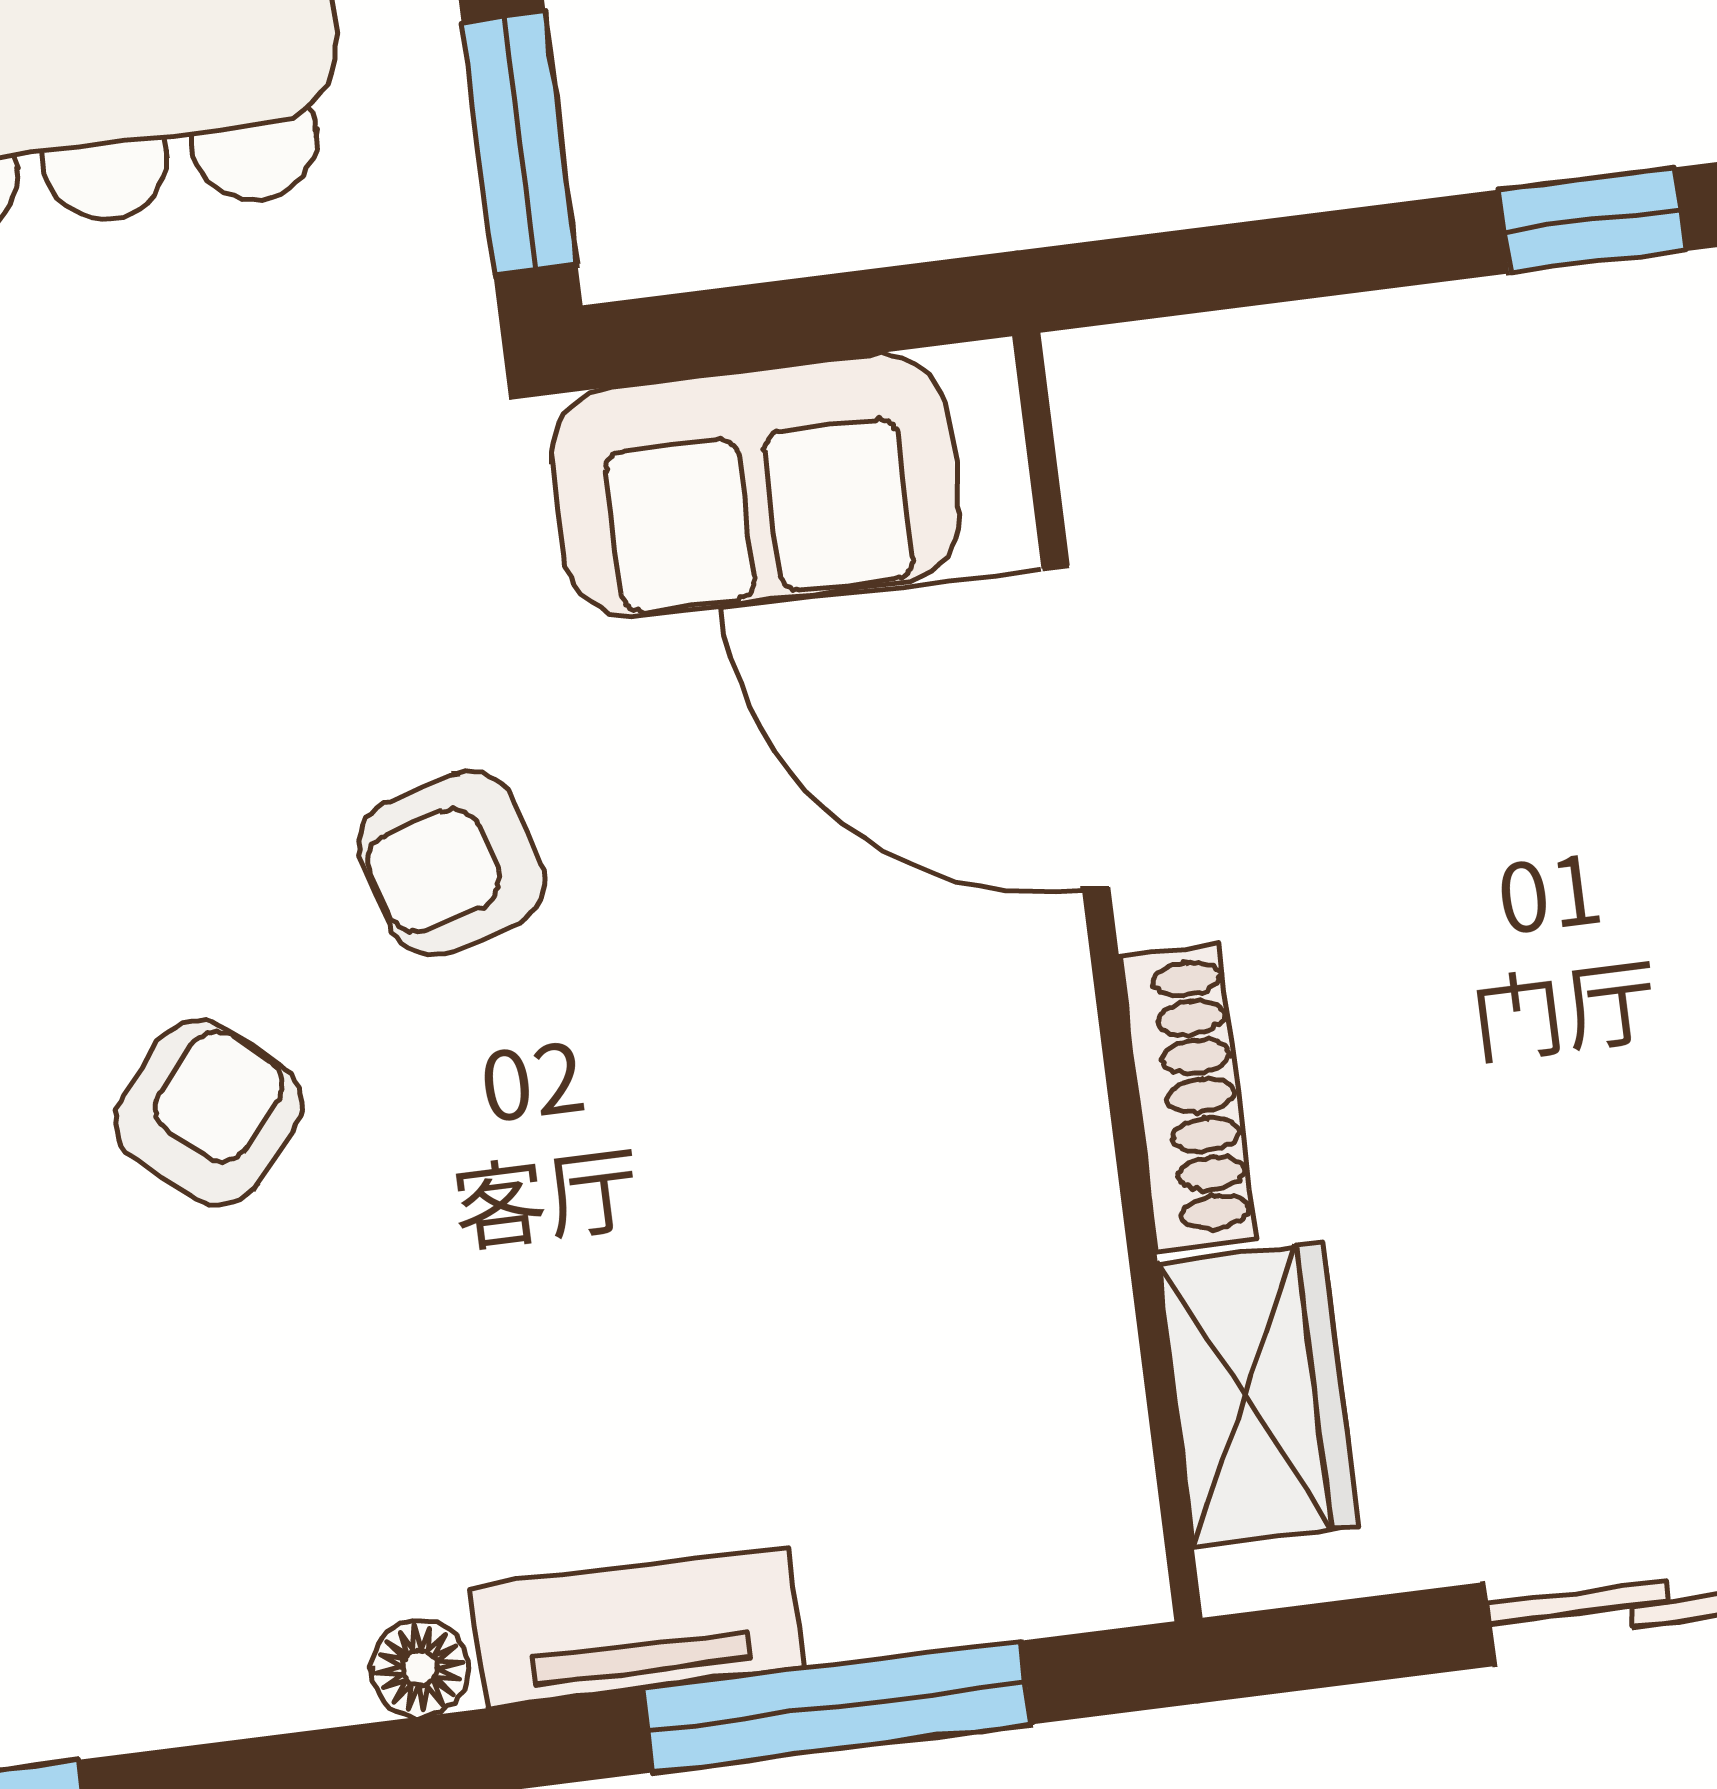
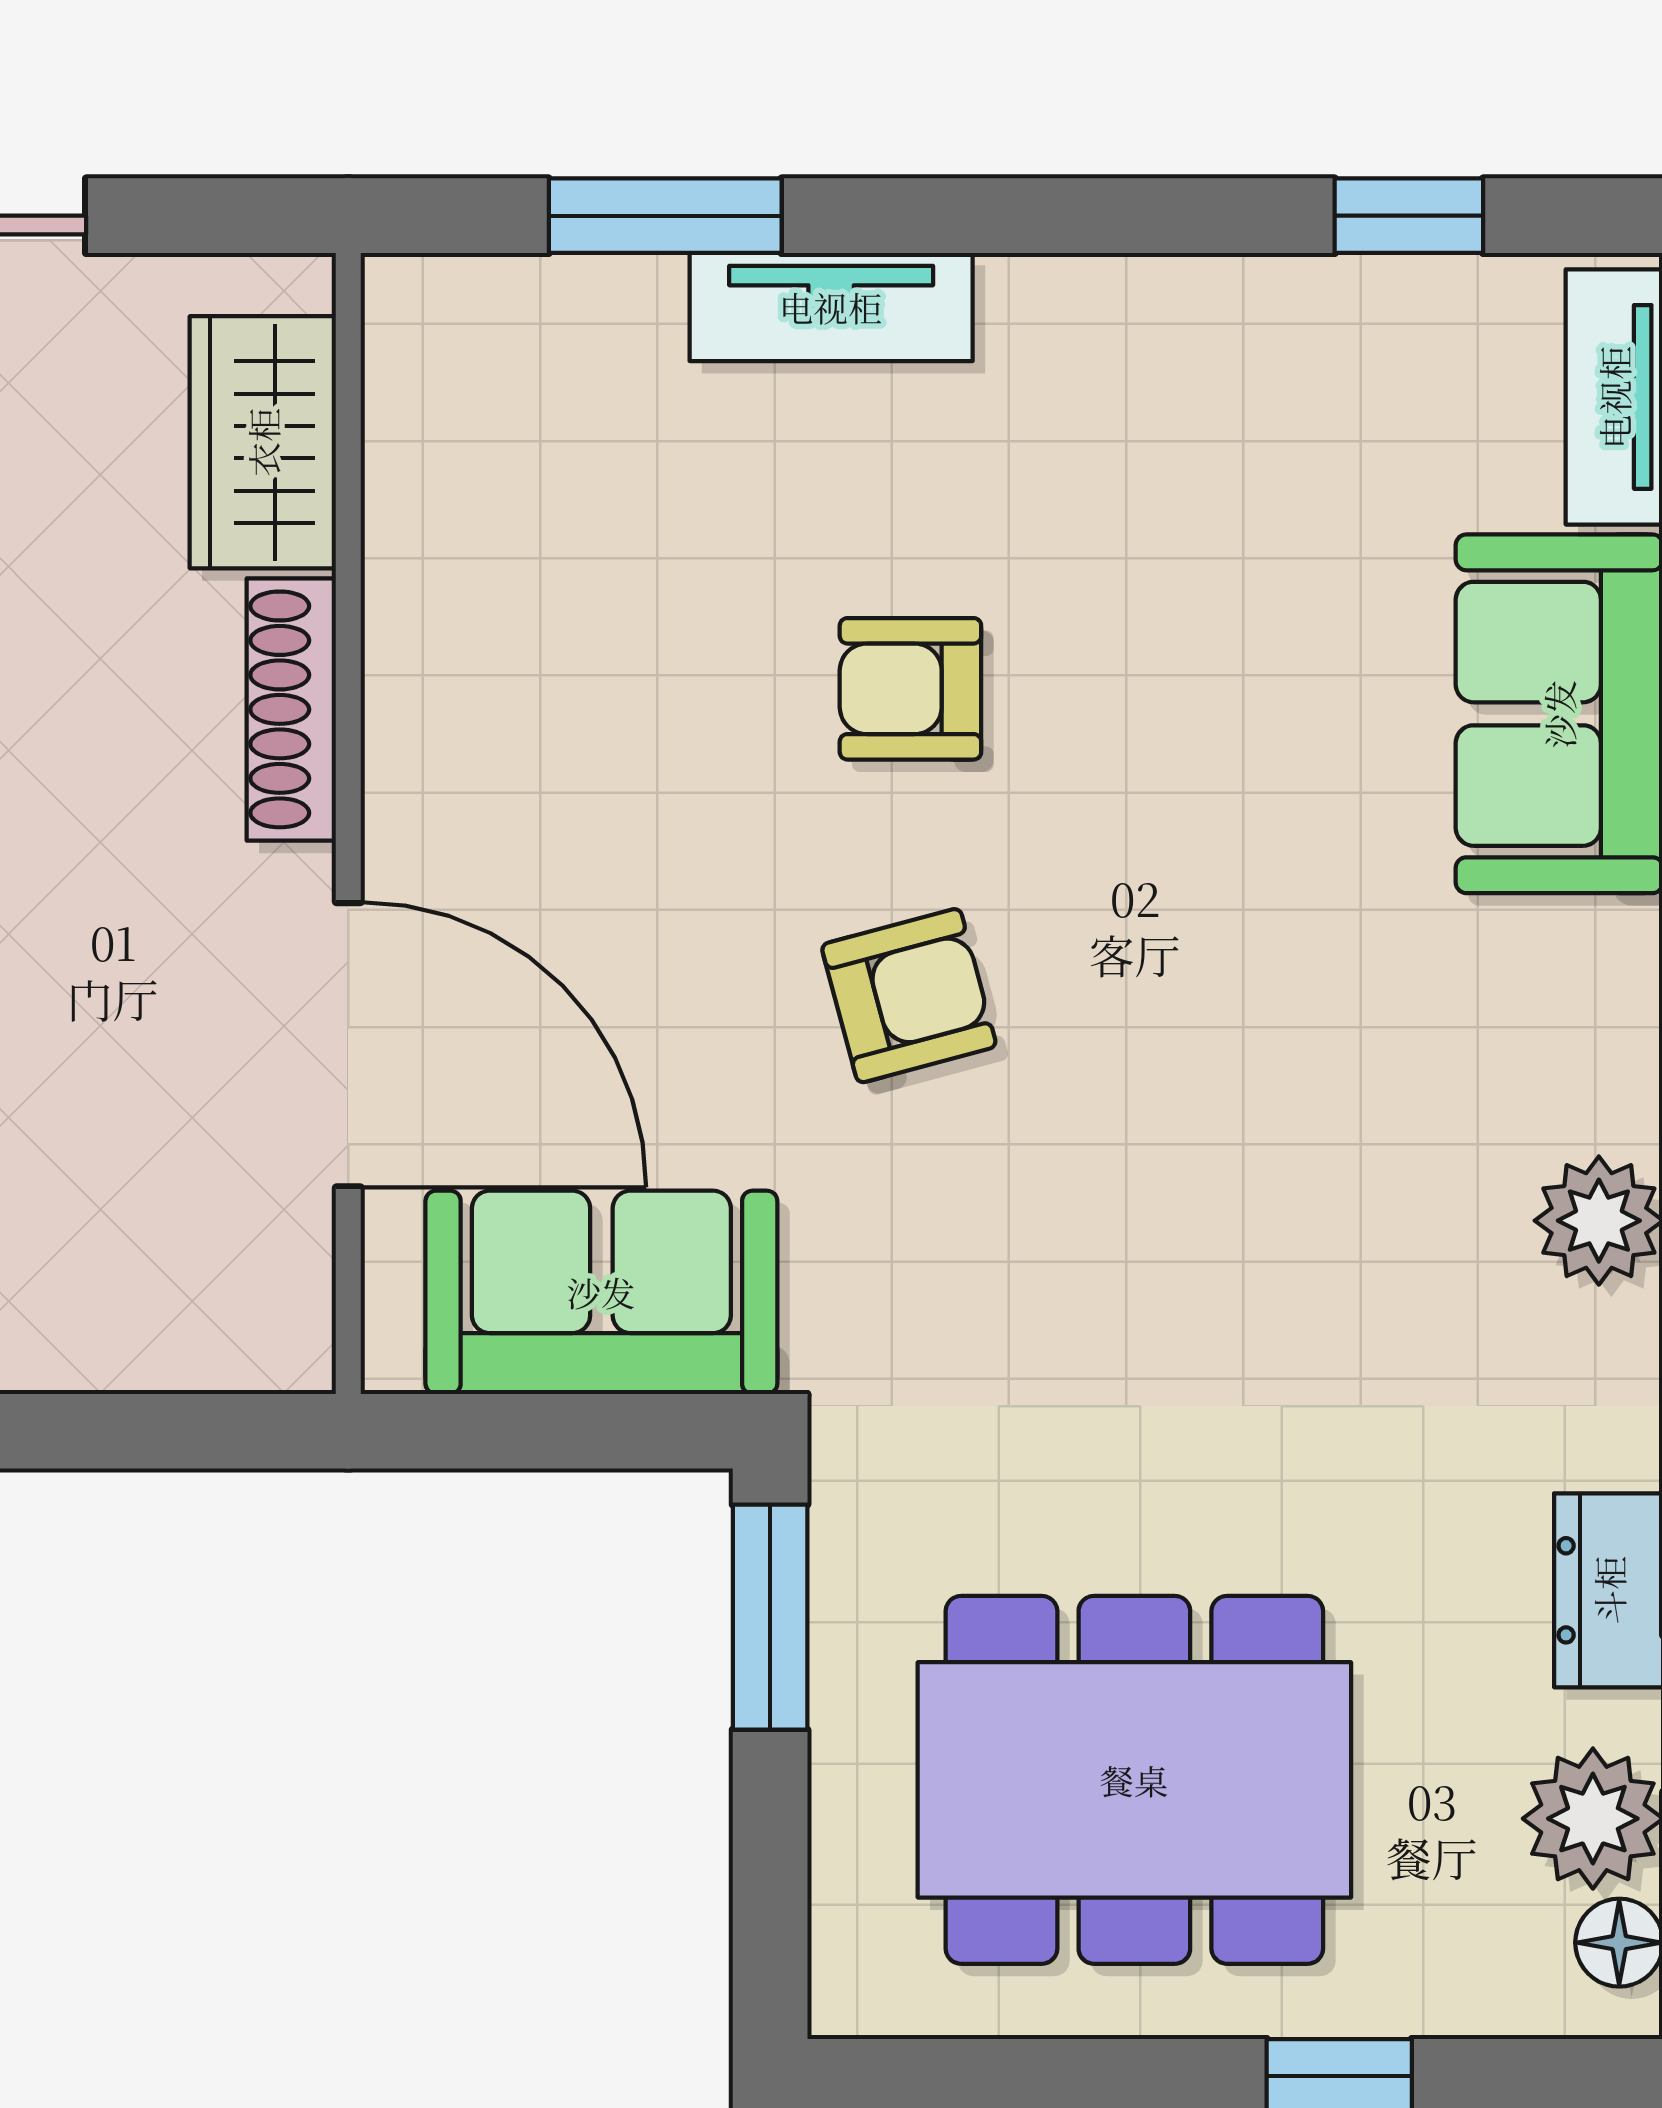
armchair: (208, 1113) -> (910, 689), moved, turned 49
floor lamp: (420, 1668) -> (1025, 296), removed
window: (837, 1706) -> (665, 216), width x0.69

